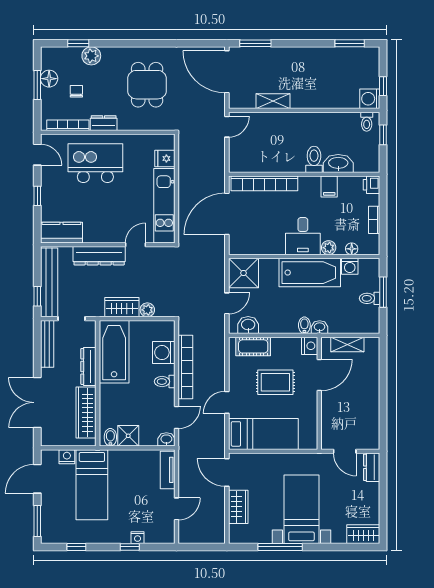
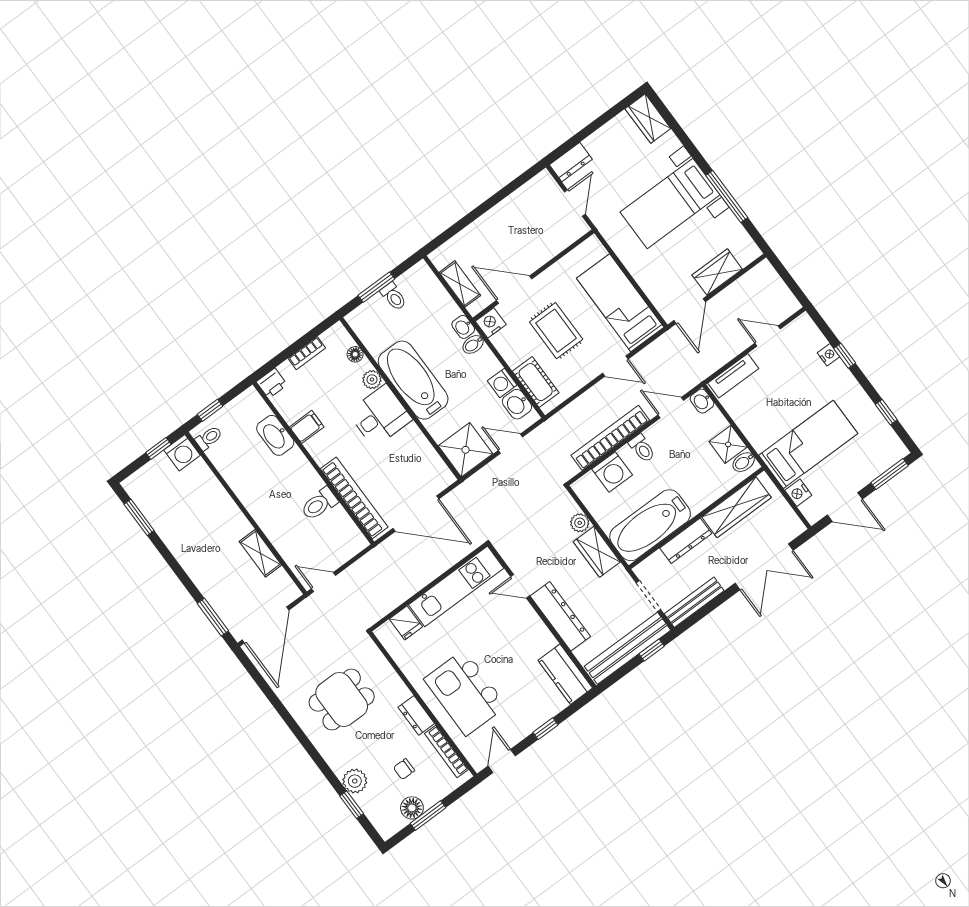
toilet: (314, 159) -> (319, 504), moved
washing machine: (350, 266) -> (502, 383), moved, turned 180

